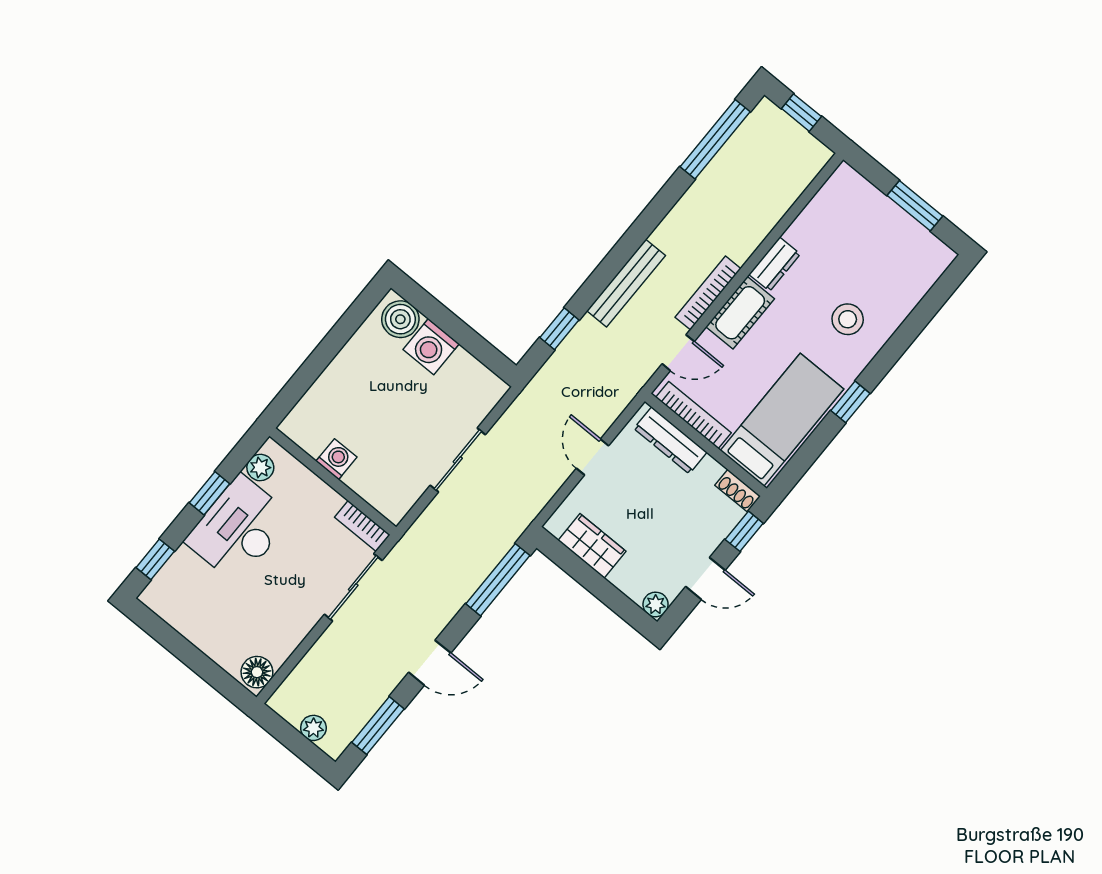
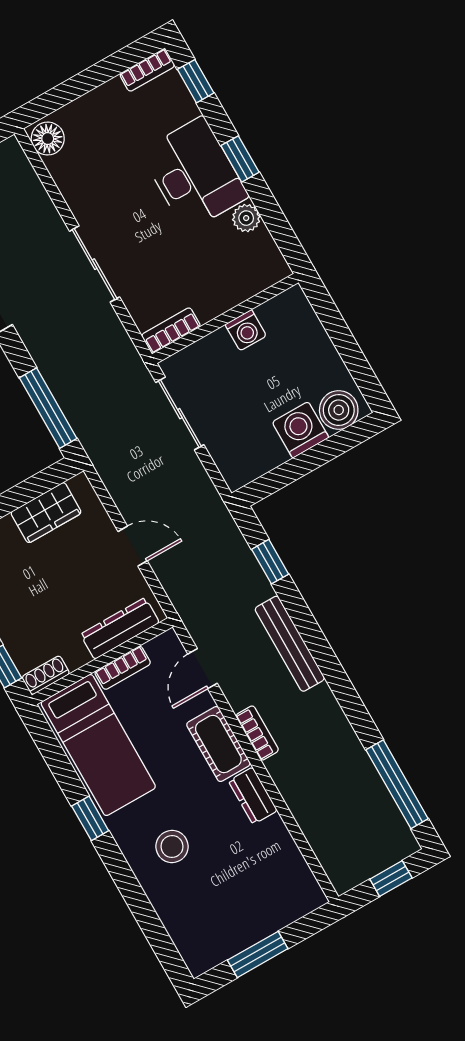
bookcase: (708, 293) -> (257, 733), width x0.64
bookcase: (693, 415) -> (123, 668), width x0.64
washing machine: (336, 459) -> (246, 330), moved
wall: (333, 481) -> (225, 318), moved
bookcase: (362, 526) -> (171, 331), moved
bookcase: (162, 607) -> (147, 70), added

